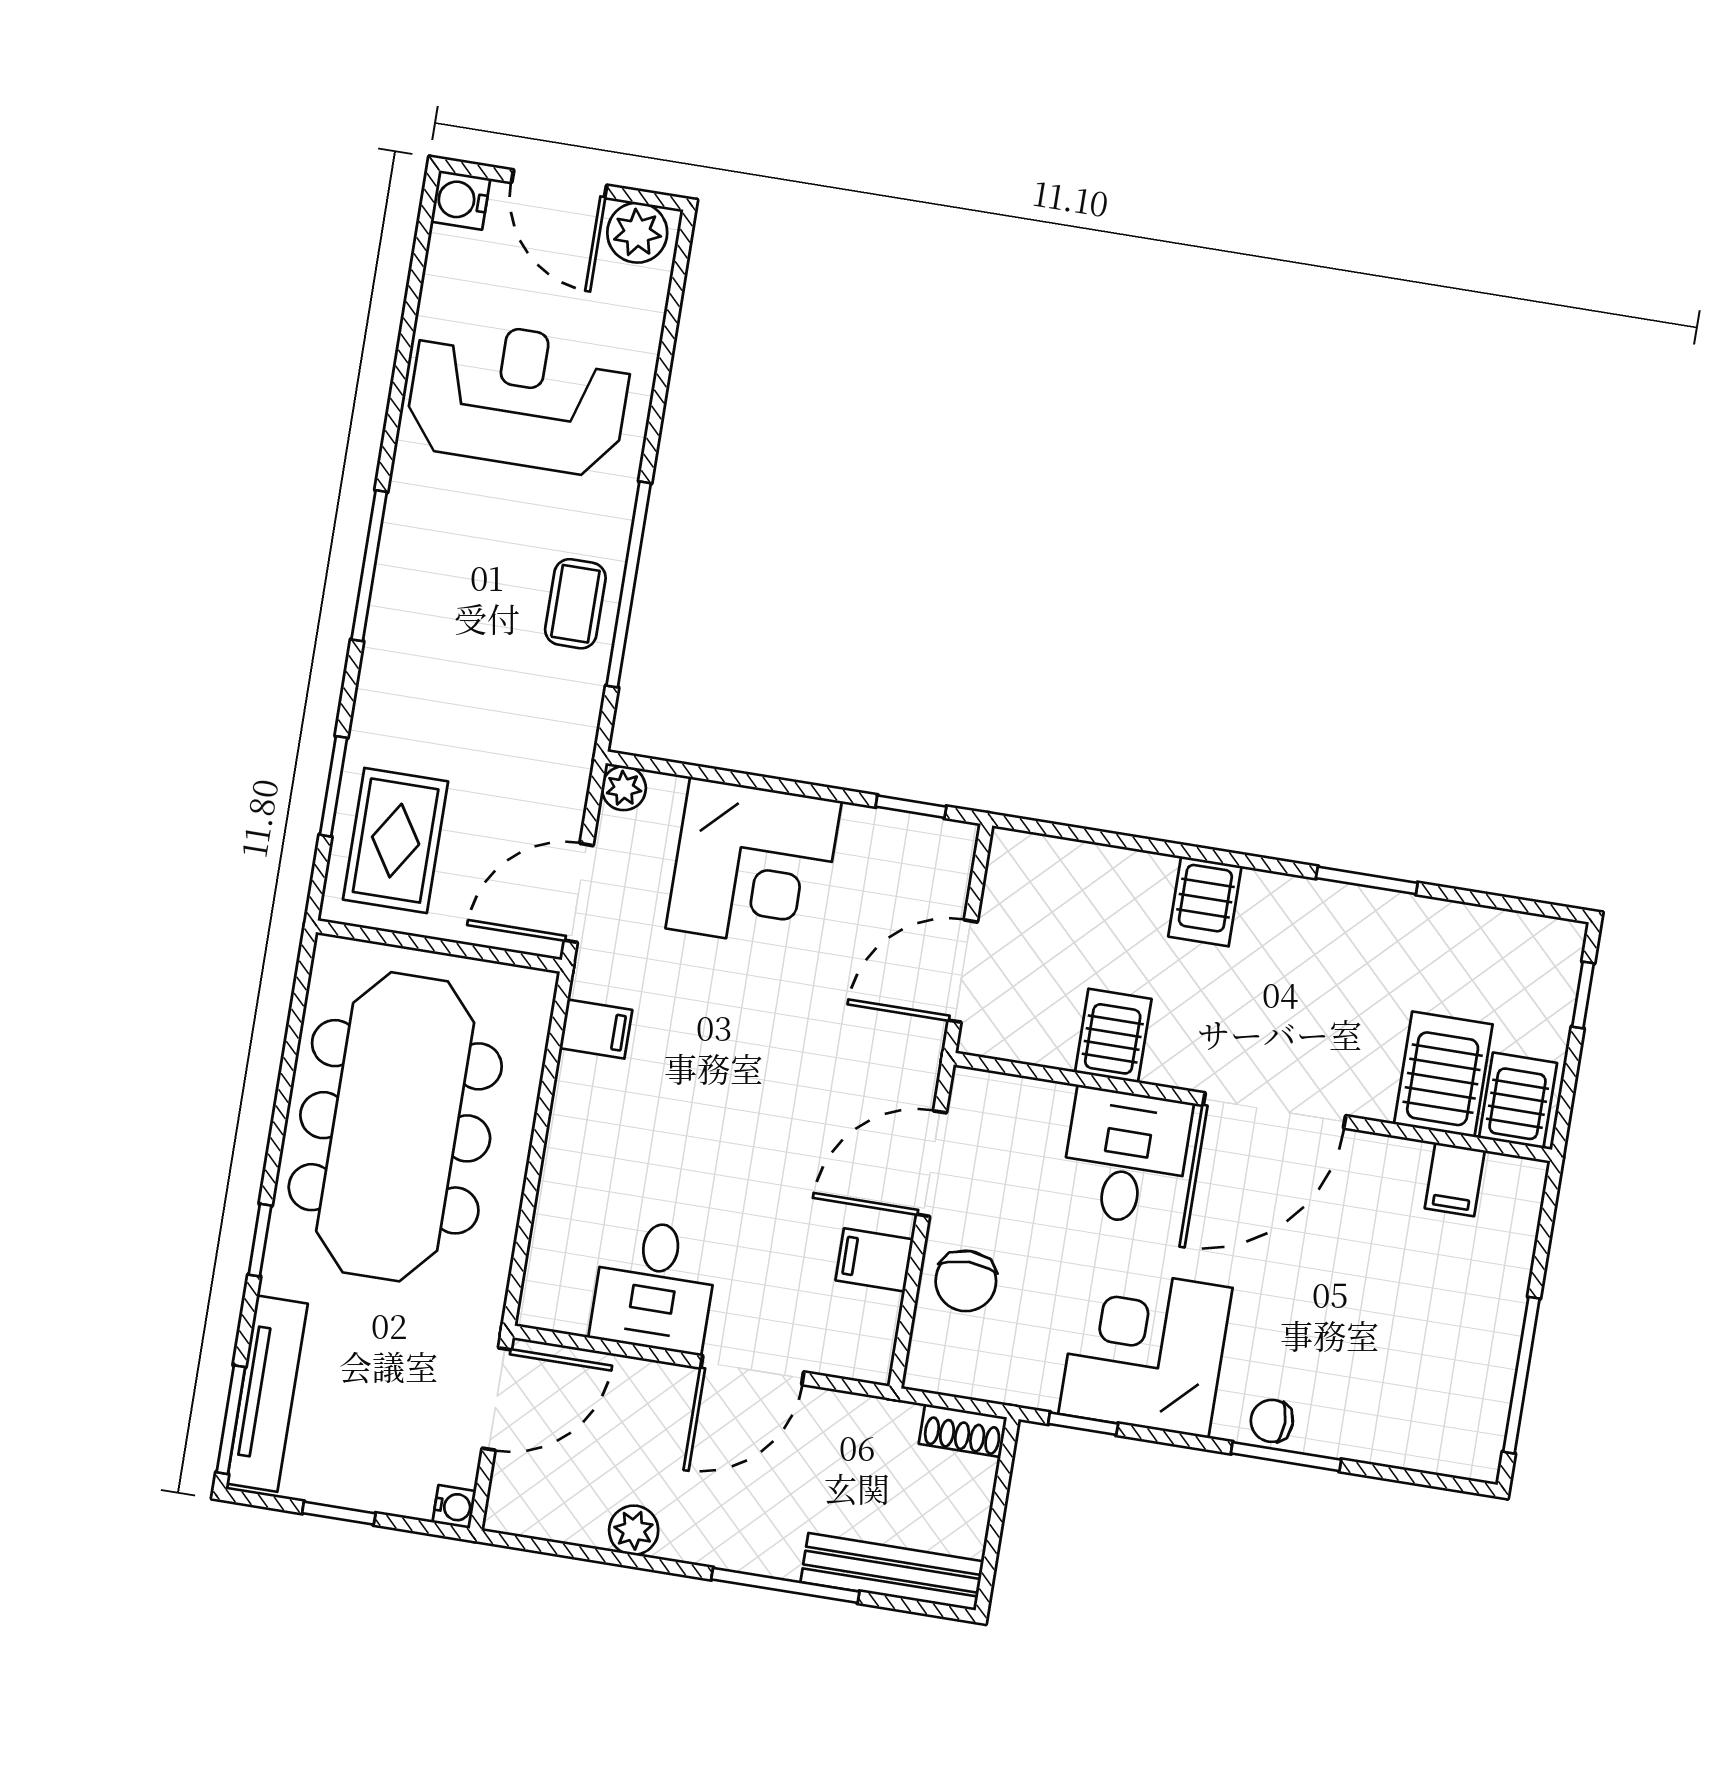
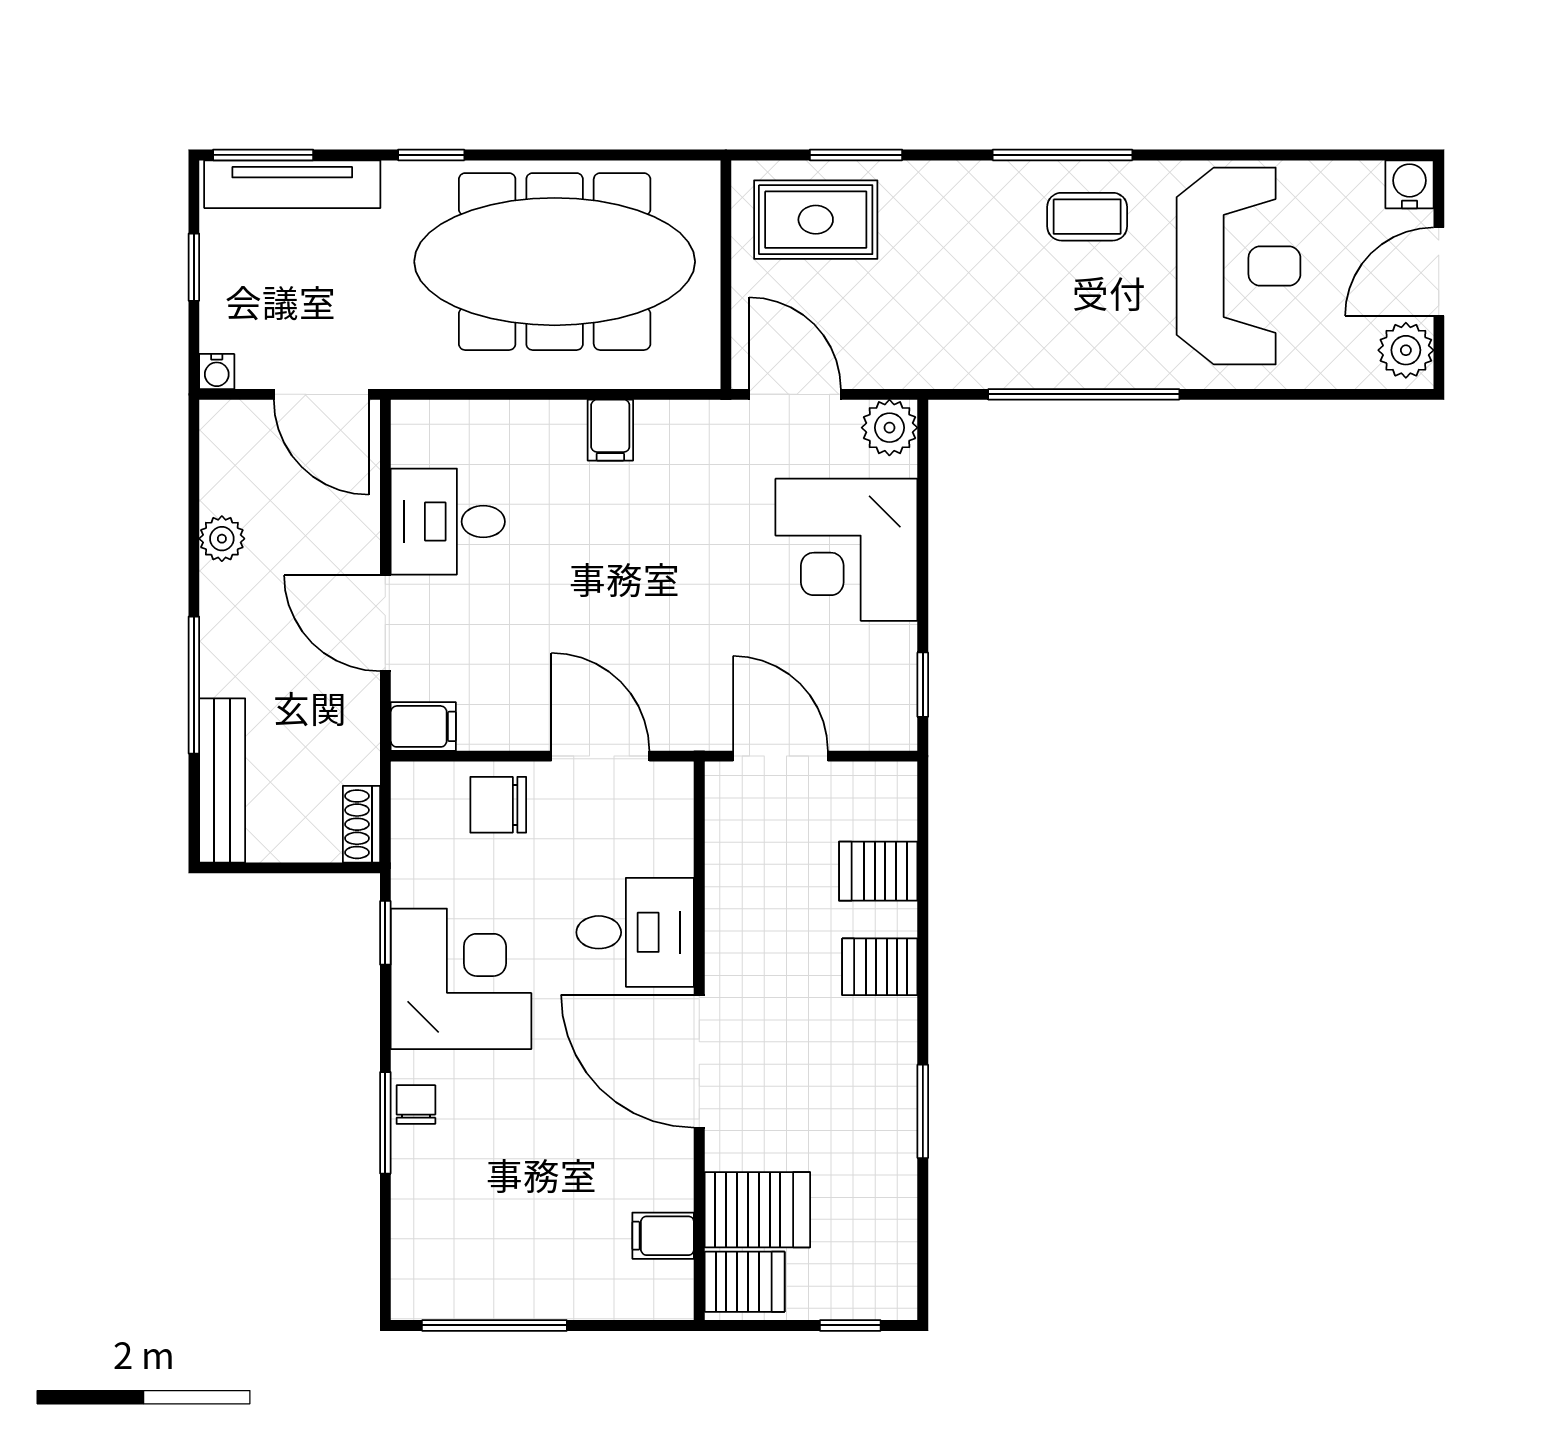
coffee table: (575, 604) -> (1087, 217), moved
plant: (624, 788) -> (889, 428), width x1.38, depth x1.38
filing cabinet: (596, 1029) -> (610, 430), moved
server rack: (1113, 1036) -> (878, 871), moved, turned 180
filing cabinet: (874, 1260) -> (423, 726), moved, turned 90

